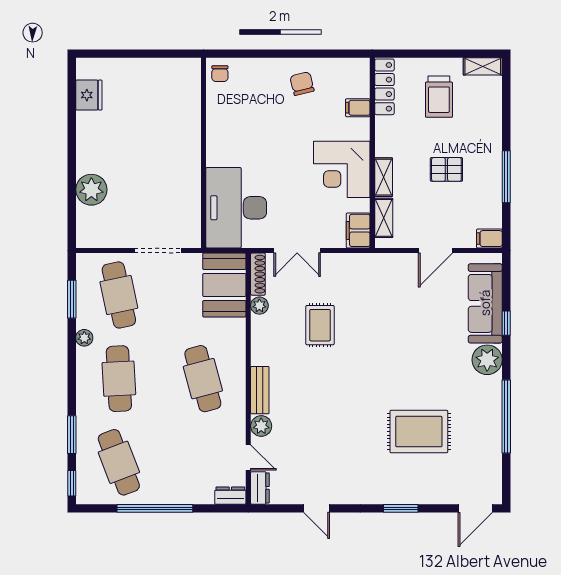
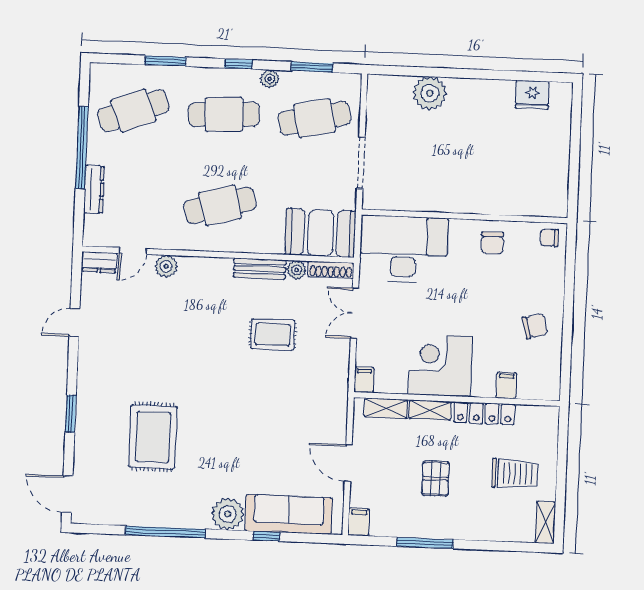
locker: (384, 87) -> (484, 413), moved
trolley: (439, 97) -> (515, 474), turned 180
chair: (227, 126) -> (492, 243), added
filing cabinet: (358, 230) -> (364, 380), width x0.50
bench: (260, 390) -> (260, 269), moved
window: (72, 483) -> (238, 64), moved
dresser: (230, 496) -> (94, 189), moved, width x1.44

